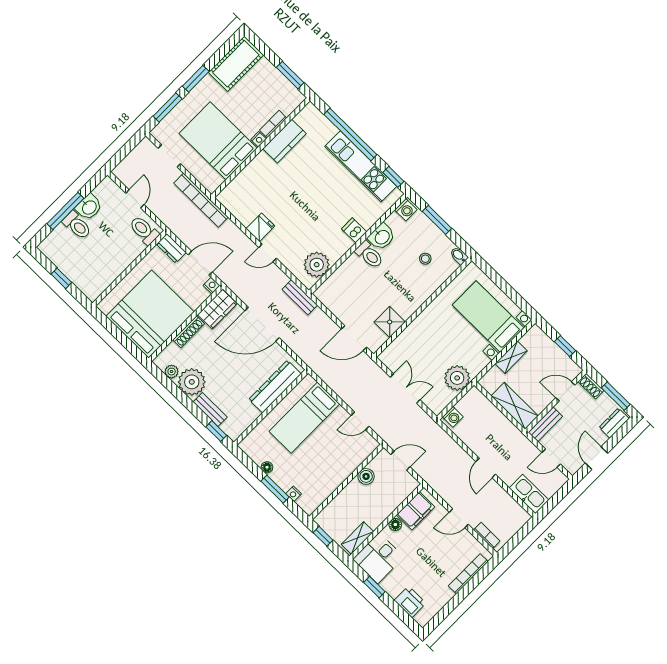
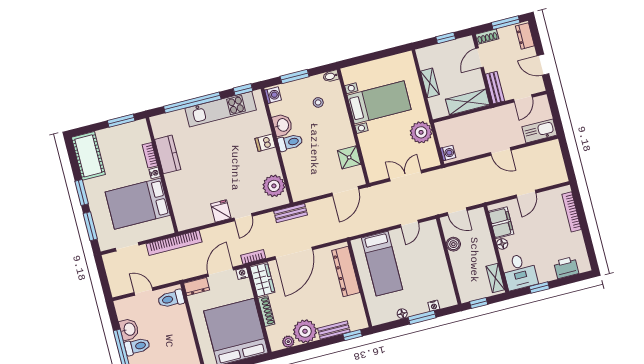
bed with nightstands: (488, 316) -> (379, 102), moved, turned 180
door: (400, 461) -> (457, 212), swing flipped
bookcase: (487, 535) -> (253, 257), moved

